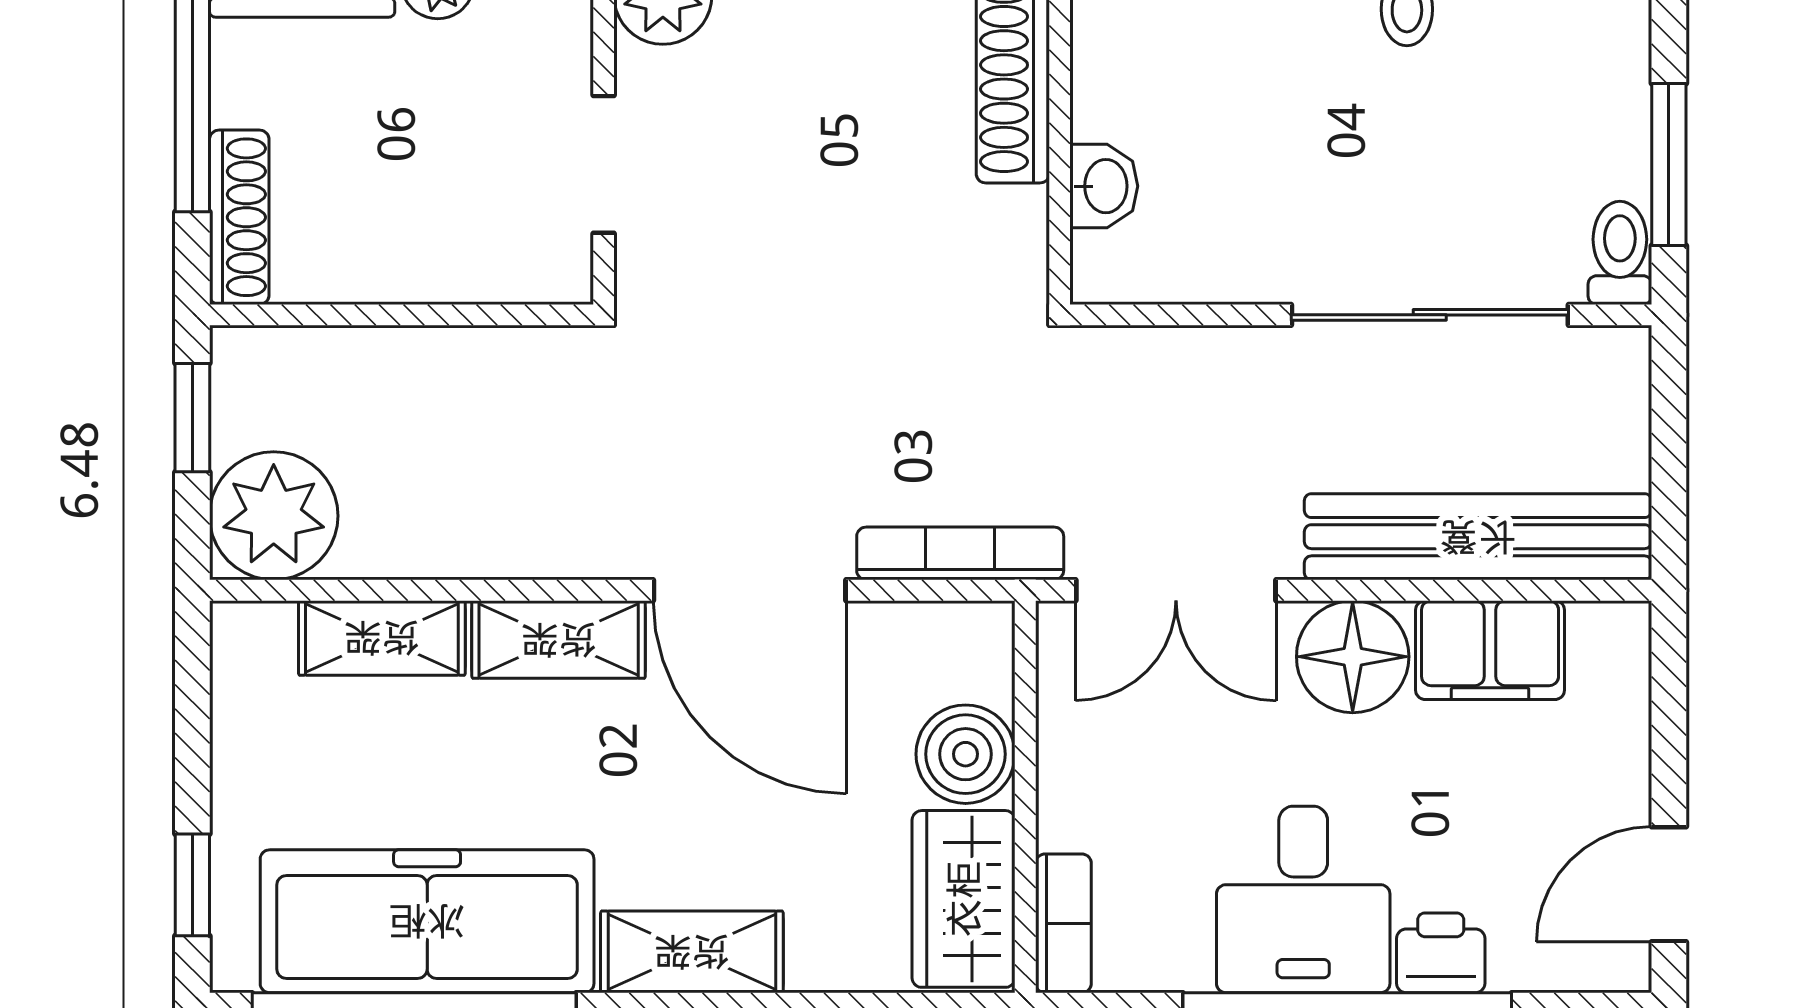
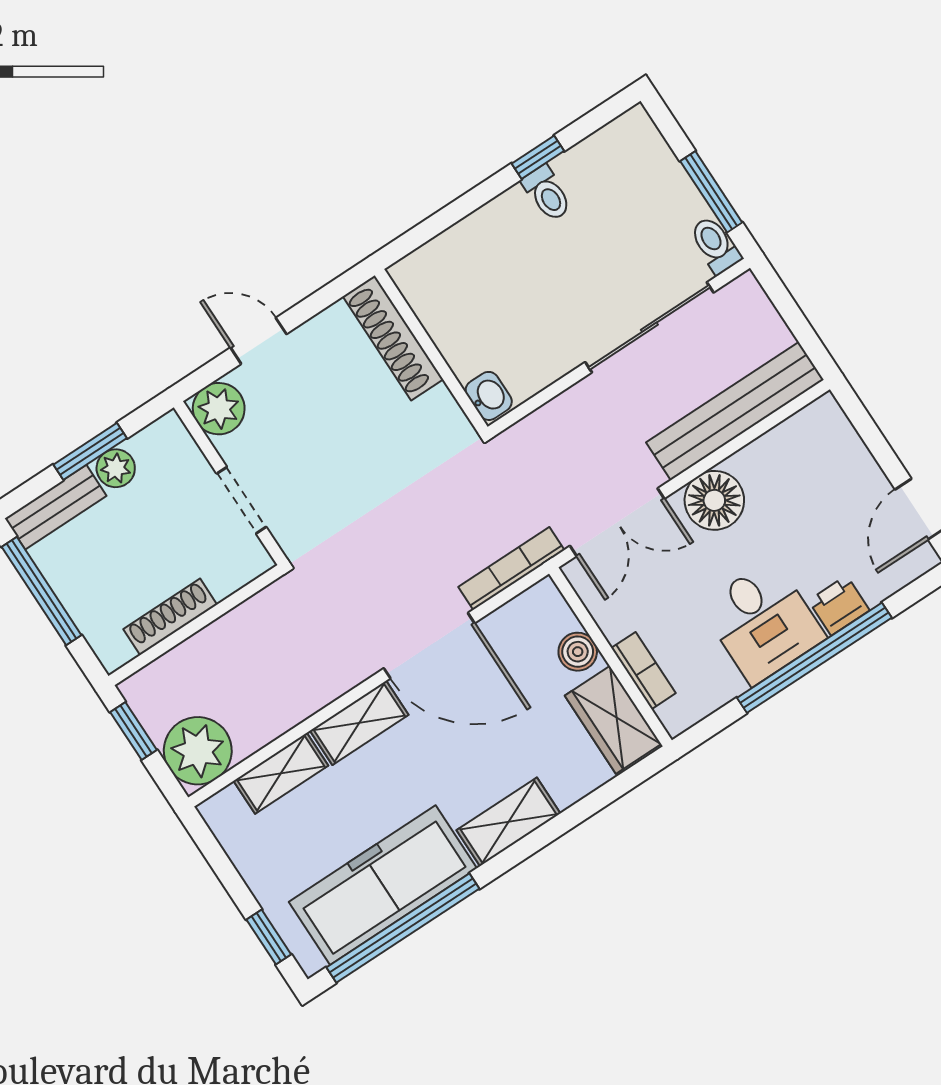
washbasin: (1104, 186) -> (489, 396), moved
shoe rack: (239, 217) -> (170, 617), moved, turned -90
filing cabinet: (1490, 650) -> (773, 458), removed
boiler: (966, 754) -> (578, 652), width x0.73, depth x0.73
bookcase: (1063, 923) -> (644, 671), moved

